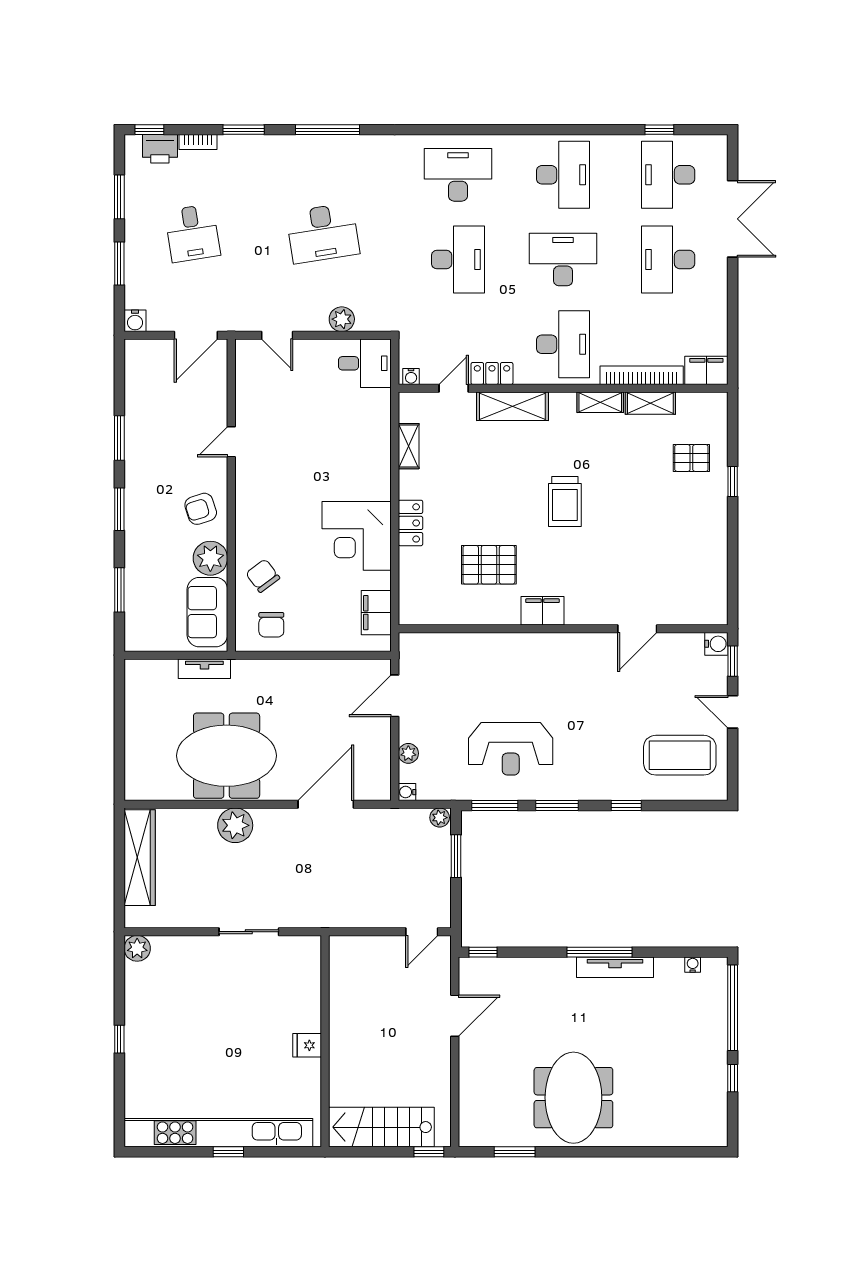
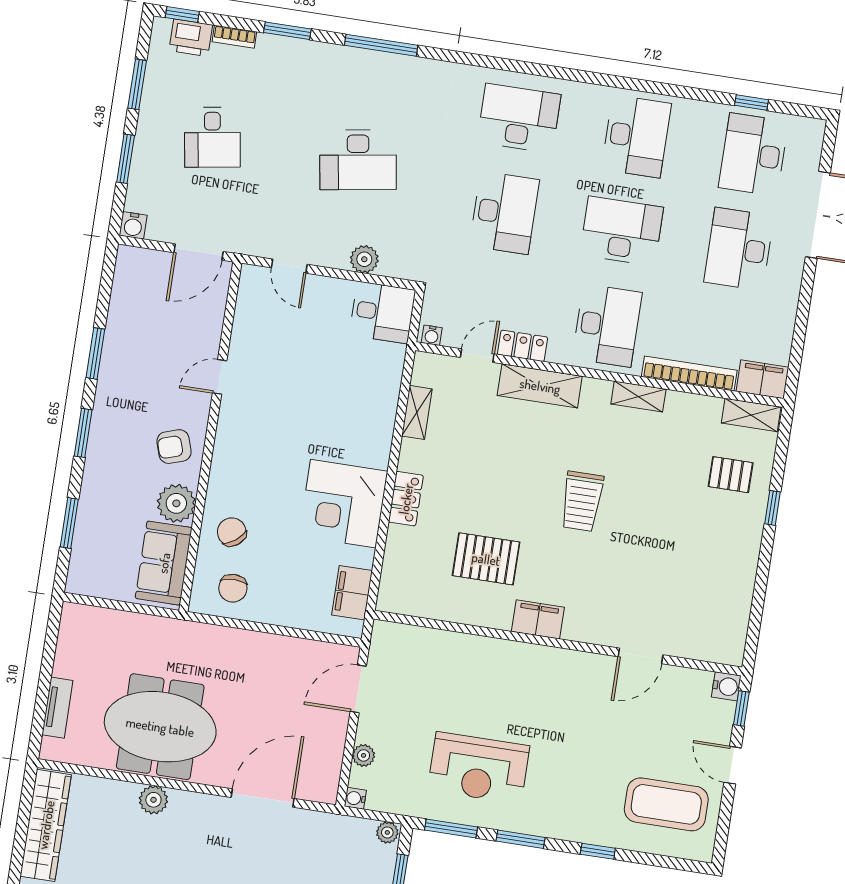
shelving: (650, 403) -> (751, 415), moved
tv unit: (204, 669) -> (57, 708), moved, turned -90
plant: (235, 825) -> (153, 800), width x0.73, depth x0.73

